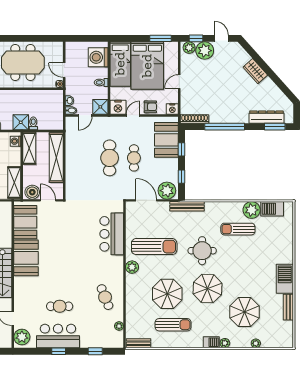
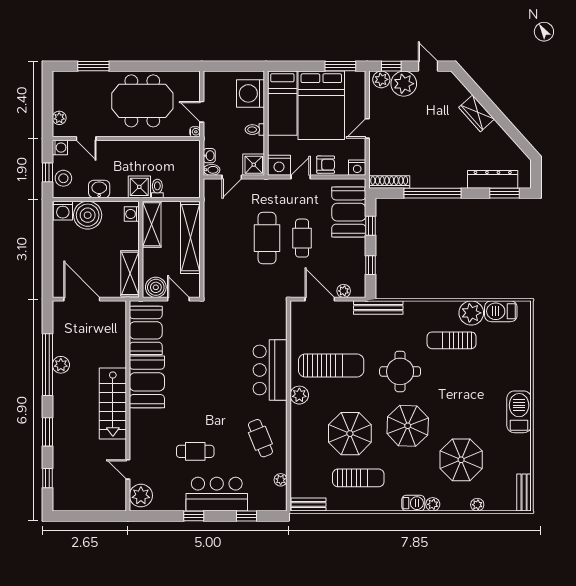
plant: (167, 191) -> (344, 291), width x0.53, depth x0.53
bar counter: (112, 234) -> (270, 370), moved
bench: (288, 307) -> (524, 493), moved
bar counter: (58, 336) -> (217, 494), moved

